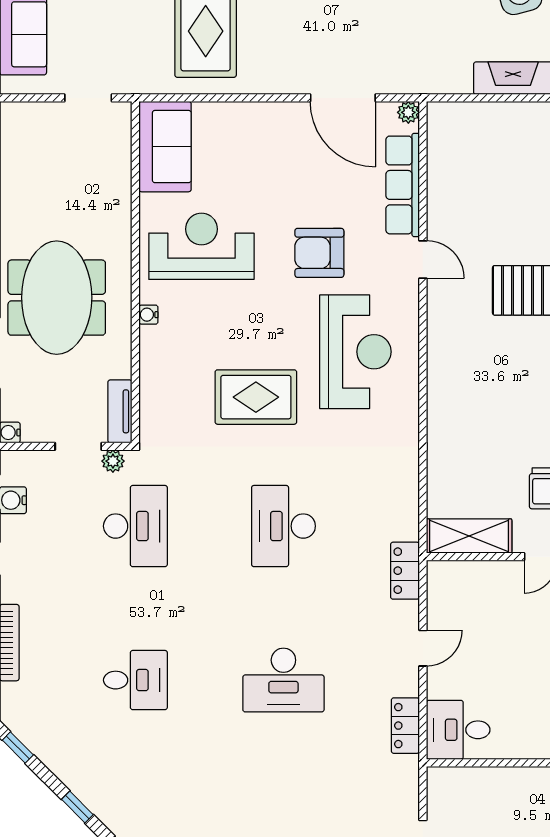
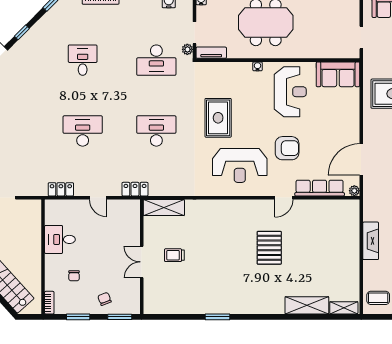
armchair: (319, 253) -> (287, 148), turned 90
shelving: (469, 536) -> (164, 208), moved, turned 90
desk: (135, 680) -> (83, 60), turned 180
desk: (283, 680) -> (83, 131), turned 90
desk: (458, 730) -> (60, 239), moved, turned -90

